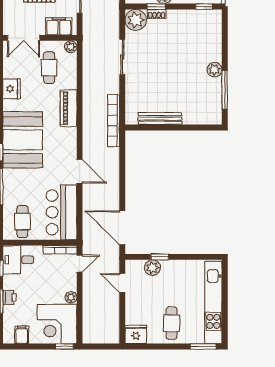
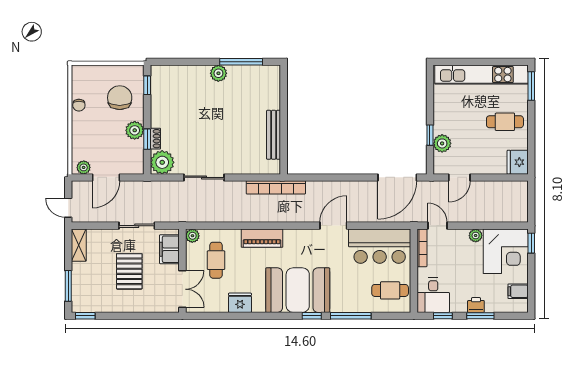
cafe table: (49, 68) -> (216, 260), turned 90

